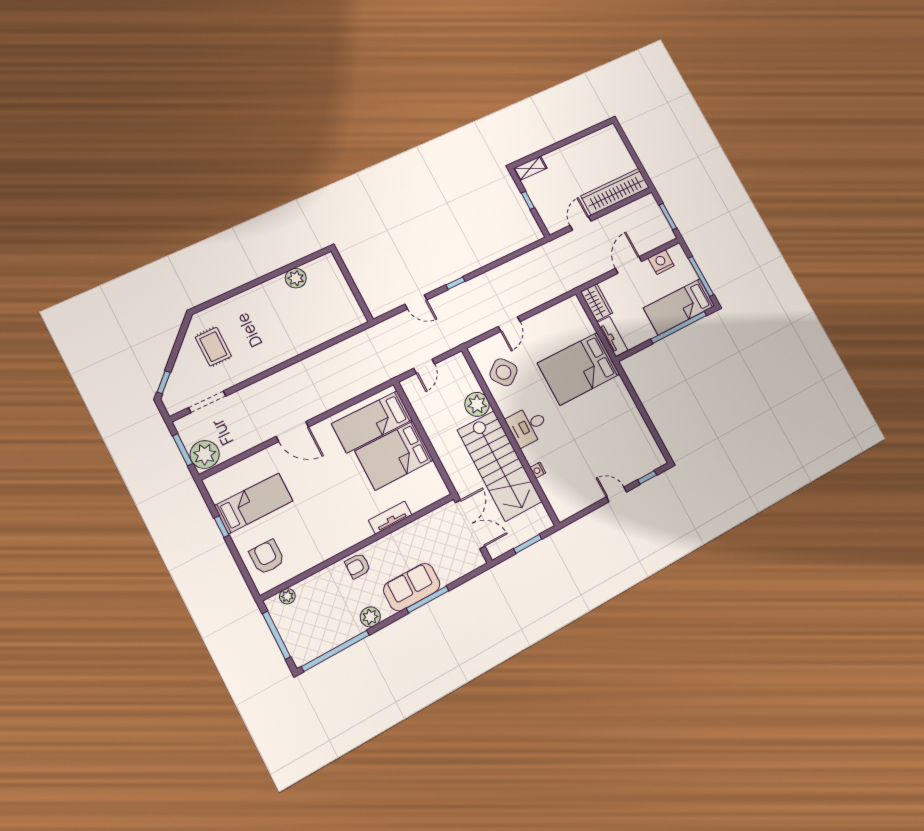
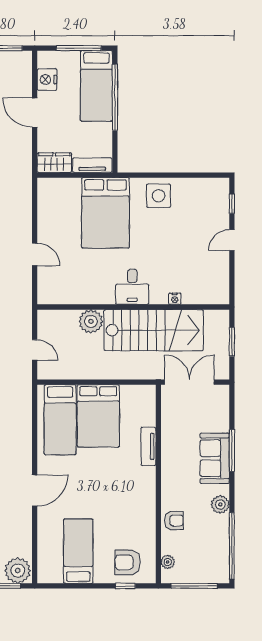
side table: (503, 372) -> (159, 196), moved, turned 38
window: (222, 527) -> (125, 586), moved
armchair: (358, 566) -> (174, 520), moved, turned -90

